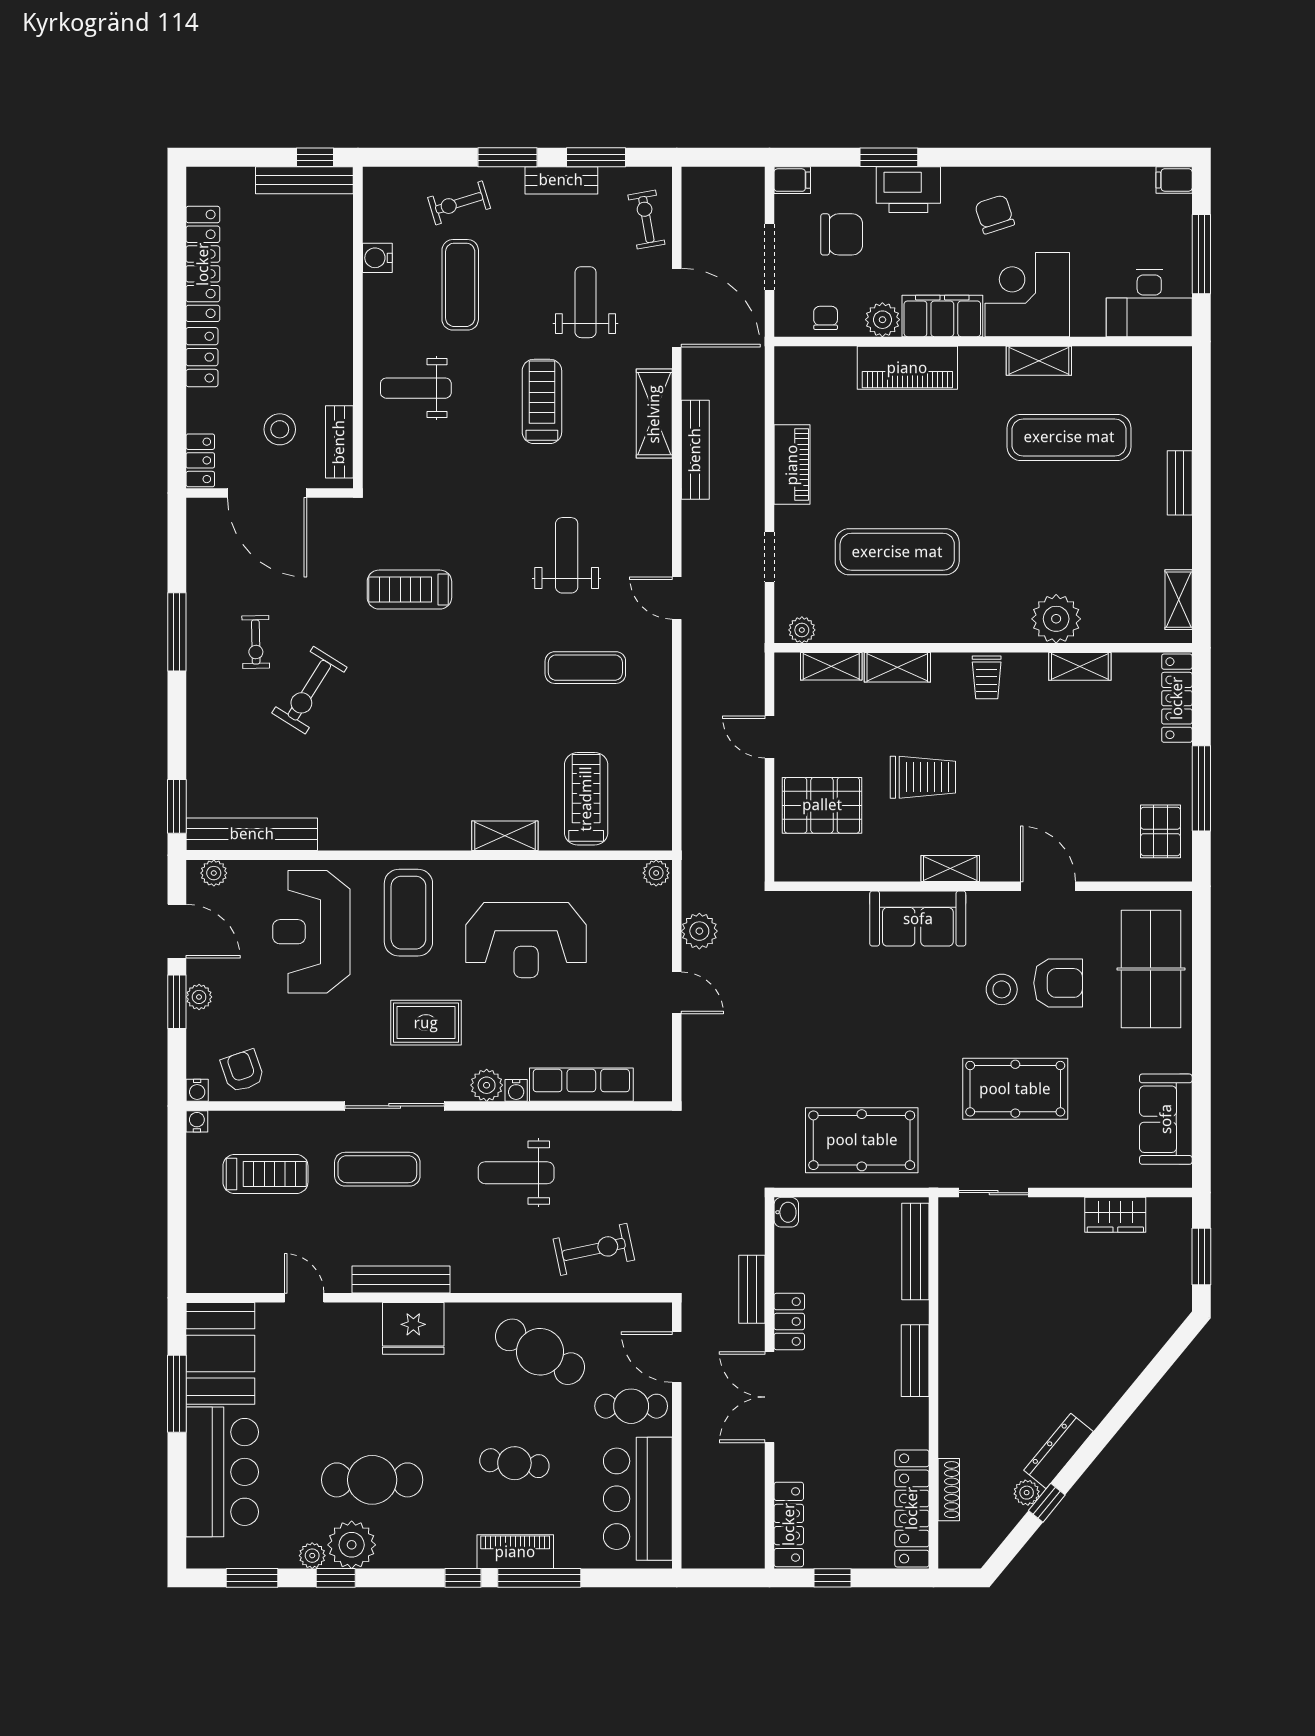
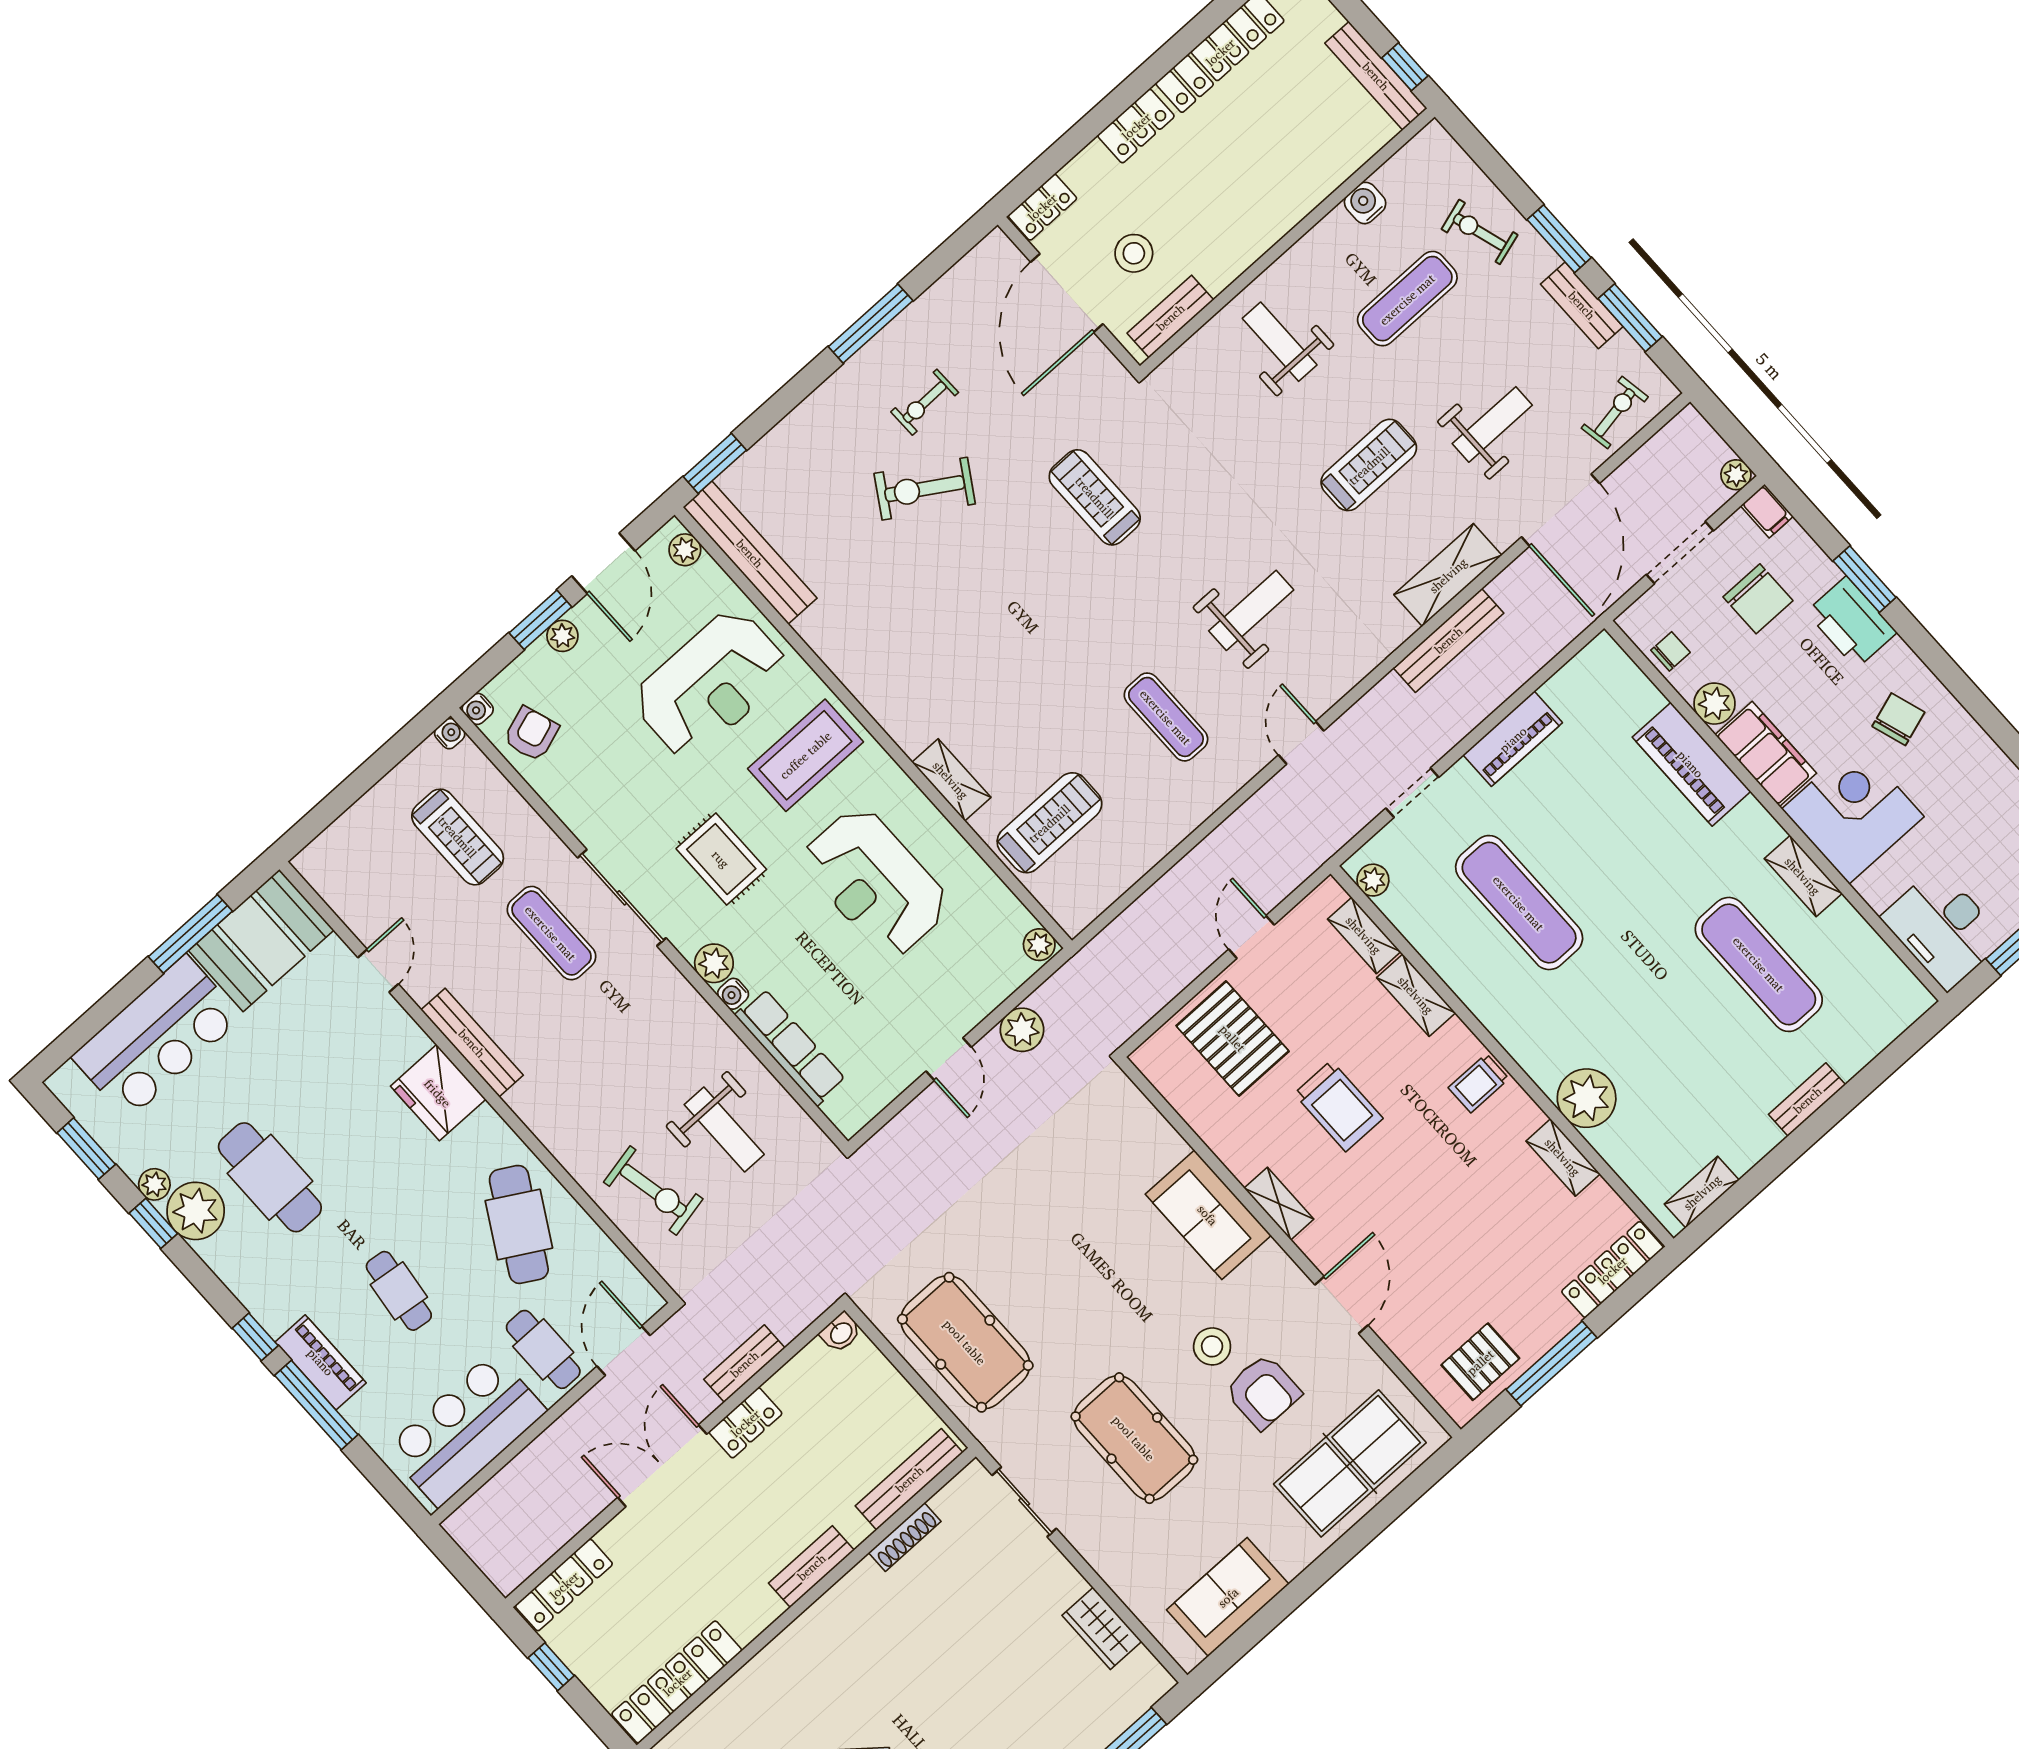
plant: (752, 179) -> (1736, 475), added
reception desk: (311, 932) -> (711, 684), turned 180
weight bench: (516, 1173) -> (724, 1130), moved, turned 180
shoe rack: (949, 1490) -> (905, 1537), moved

